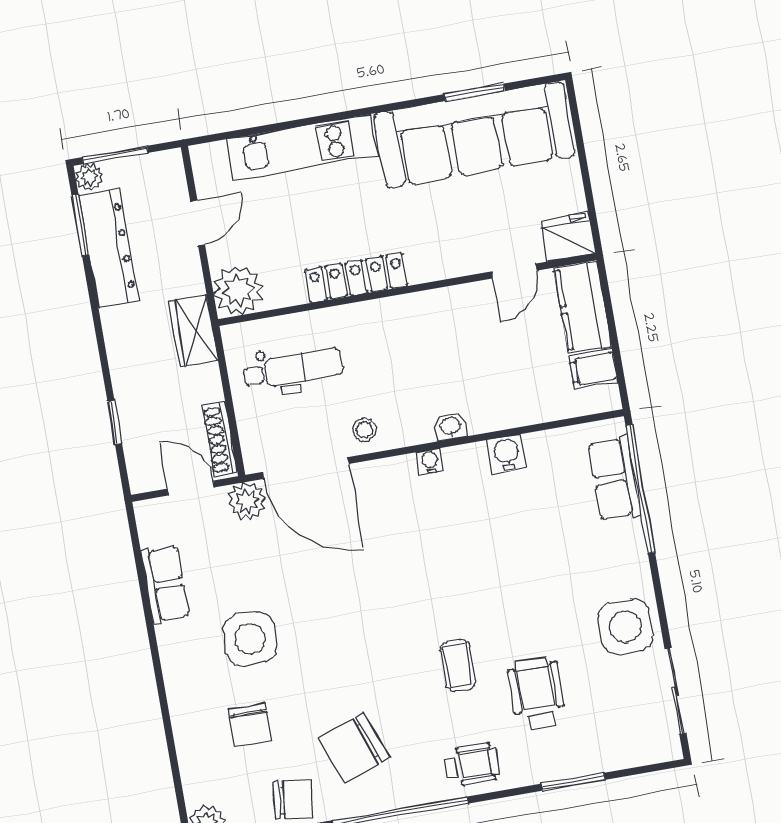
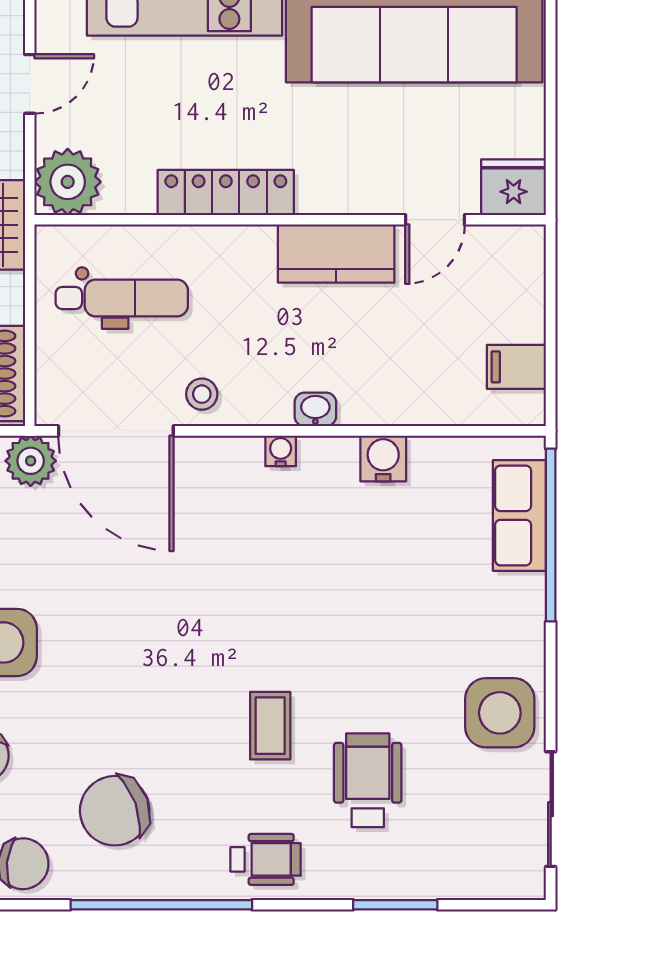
kitchen counter: (583, 307) -> (336, 254), moved, turned -90

